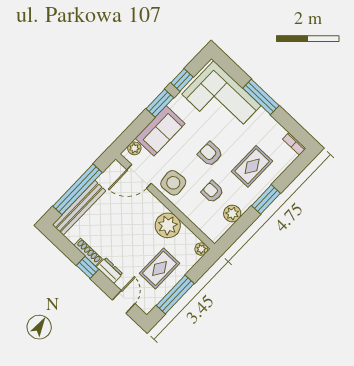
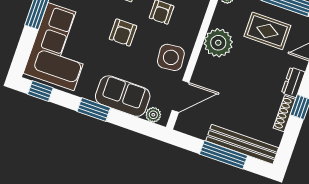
window: (182, 80) -> (40, 91), moved
door: (139, 176) -> (181, 96), hinge flipped
window: (77, 189) -> (224, 155), width x0.68

